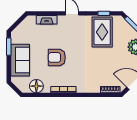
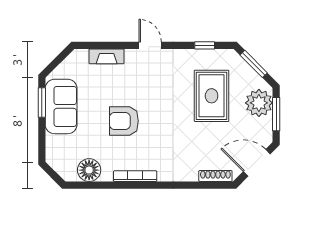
rug: (102, 32) -> (212, 96), moved
sofa: (20, 60) -> (61, 106), moved

